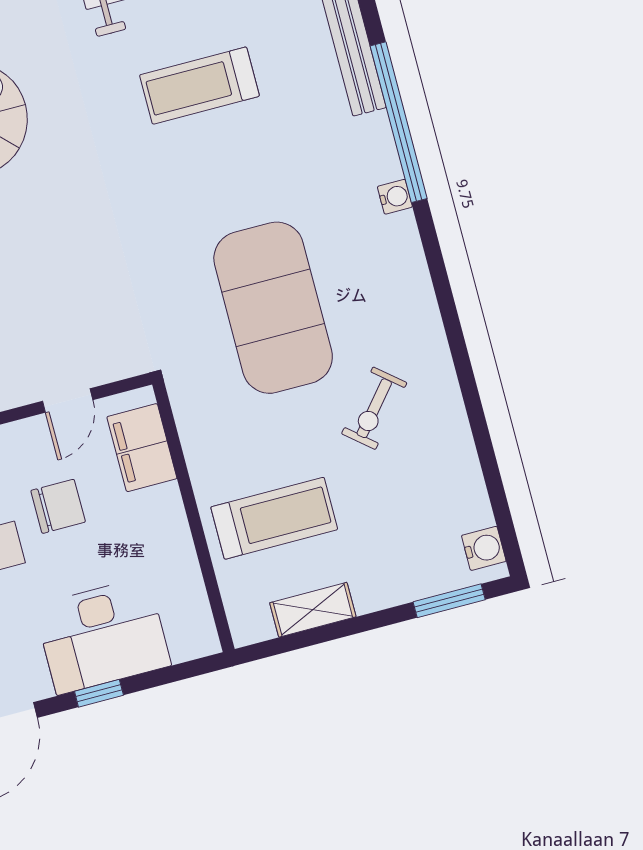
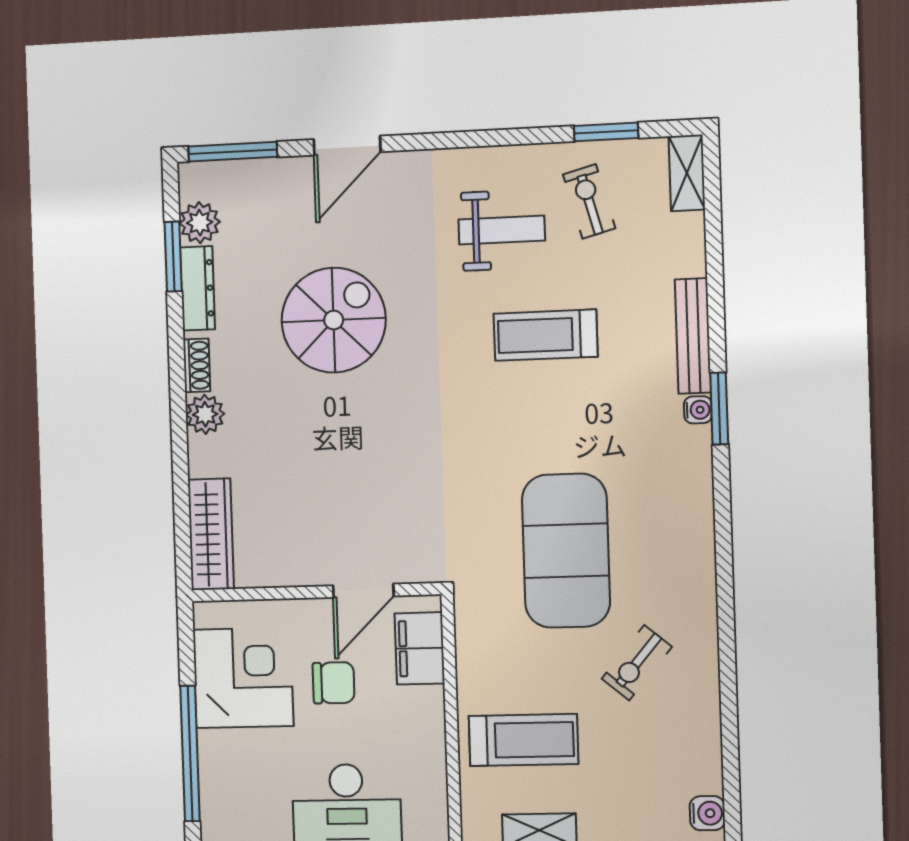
window: (399, 122) -> (719, 409), width x0.47
water cooler: (395, 197) -> (698, 410), moved
door: (68, 400) -> (363, 591), width x1.38

